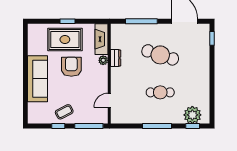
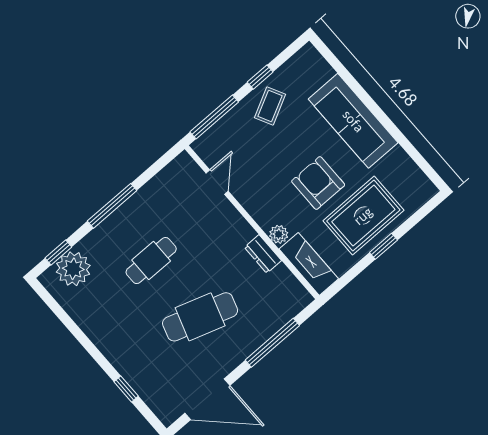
window: (212, 38) -> (126, 389), moved
armchair: (71, 67) -> (318, 183), turned 180

